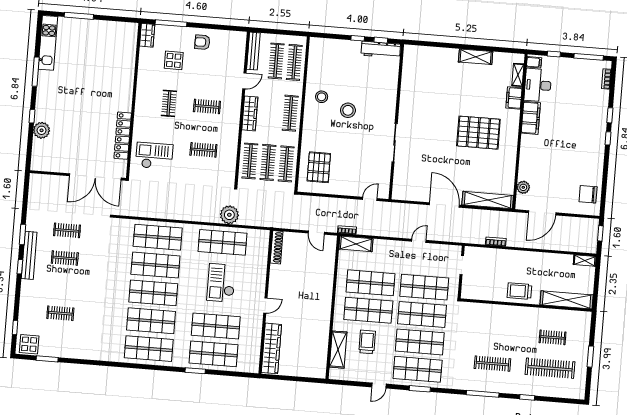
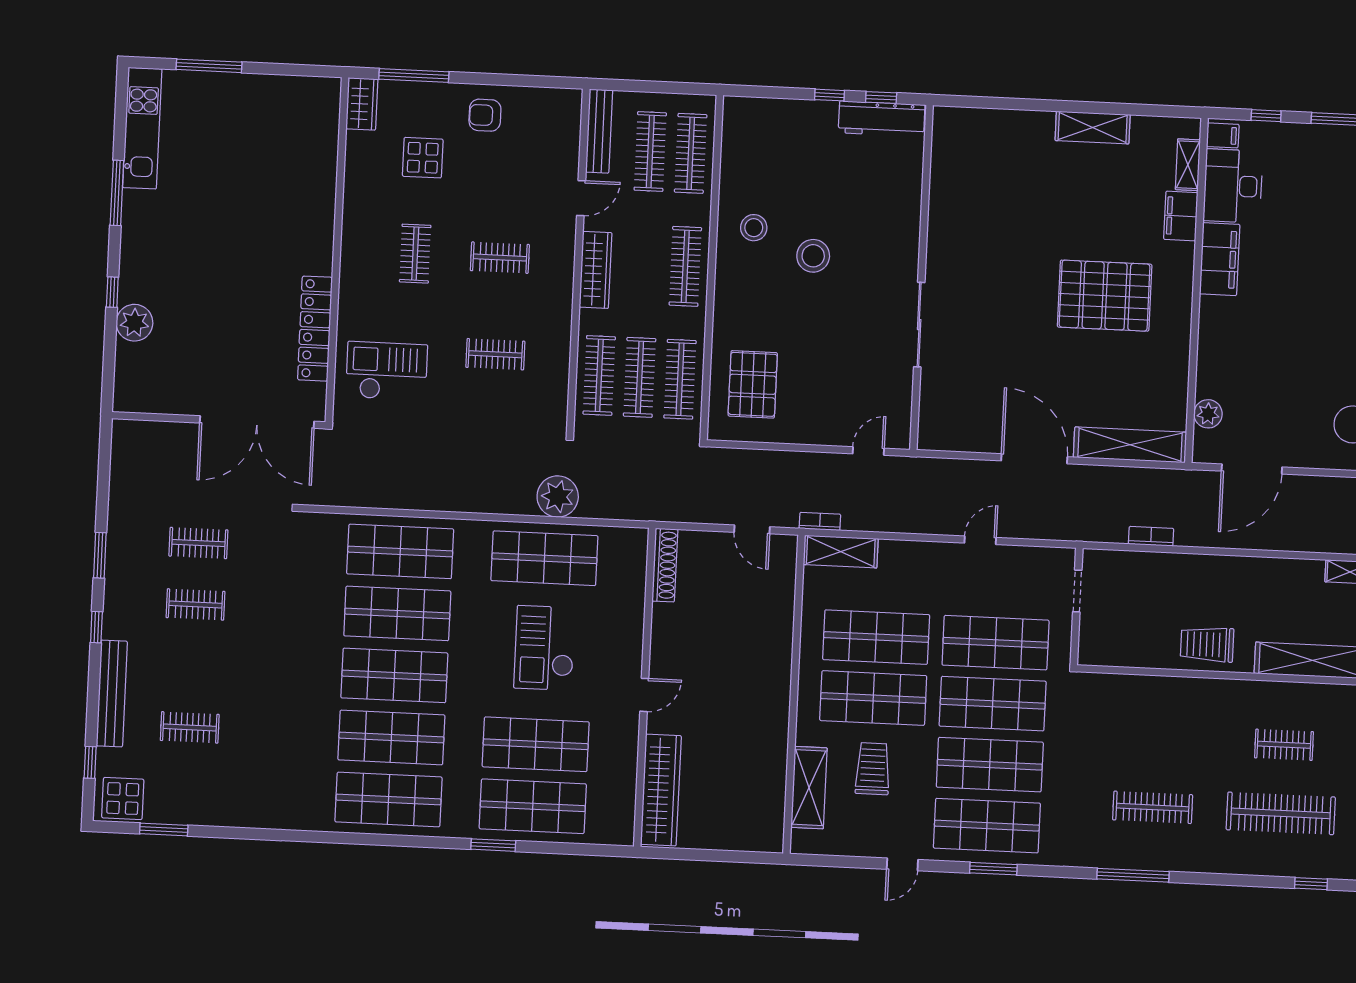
bench: (29, 255) -> (112, 693), moved
window: (527, 397) -> (1311, 884), moved

